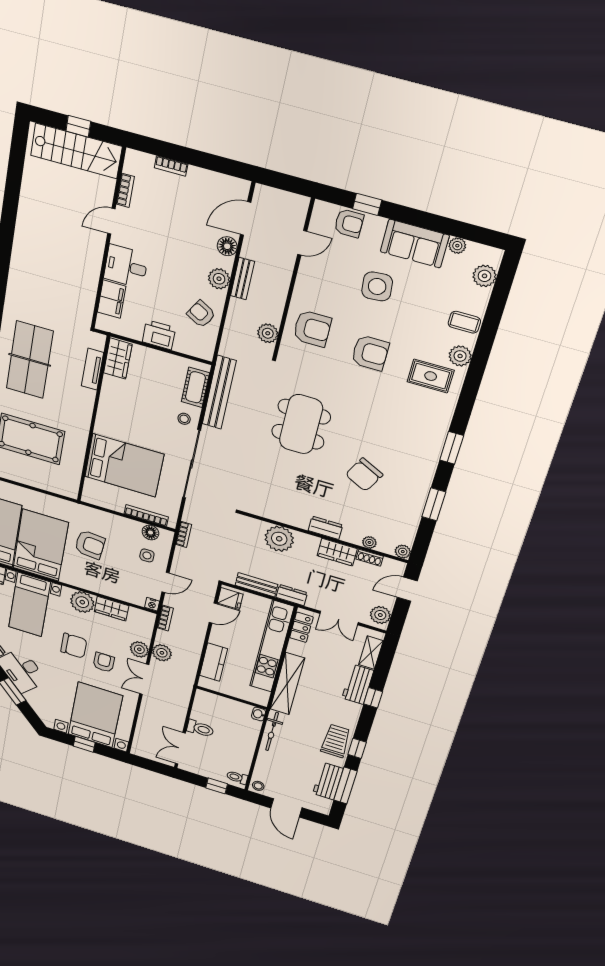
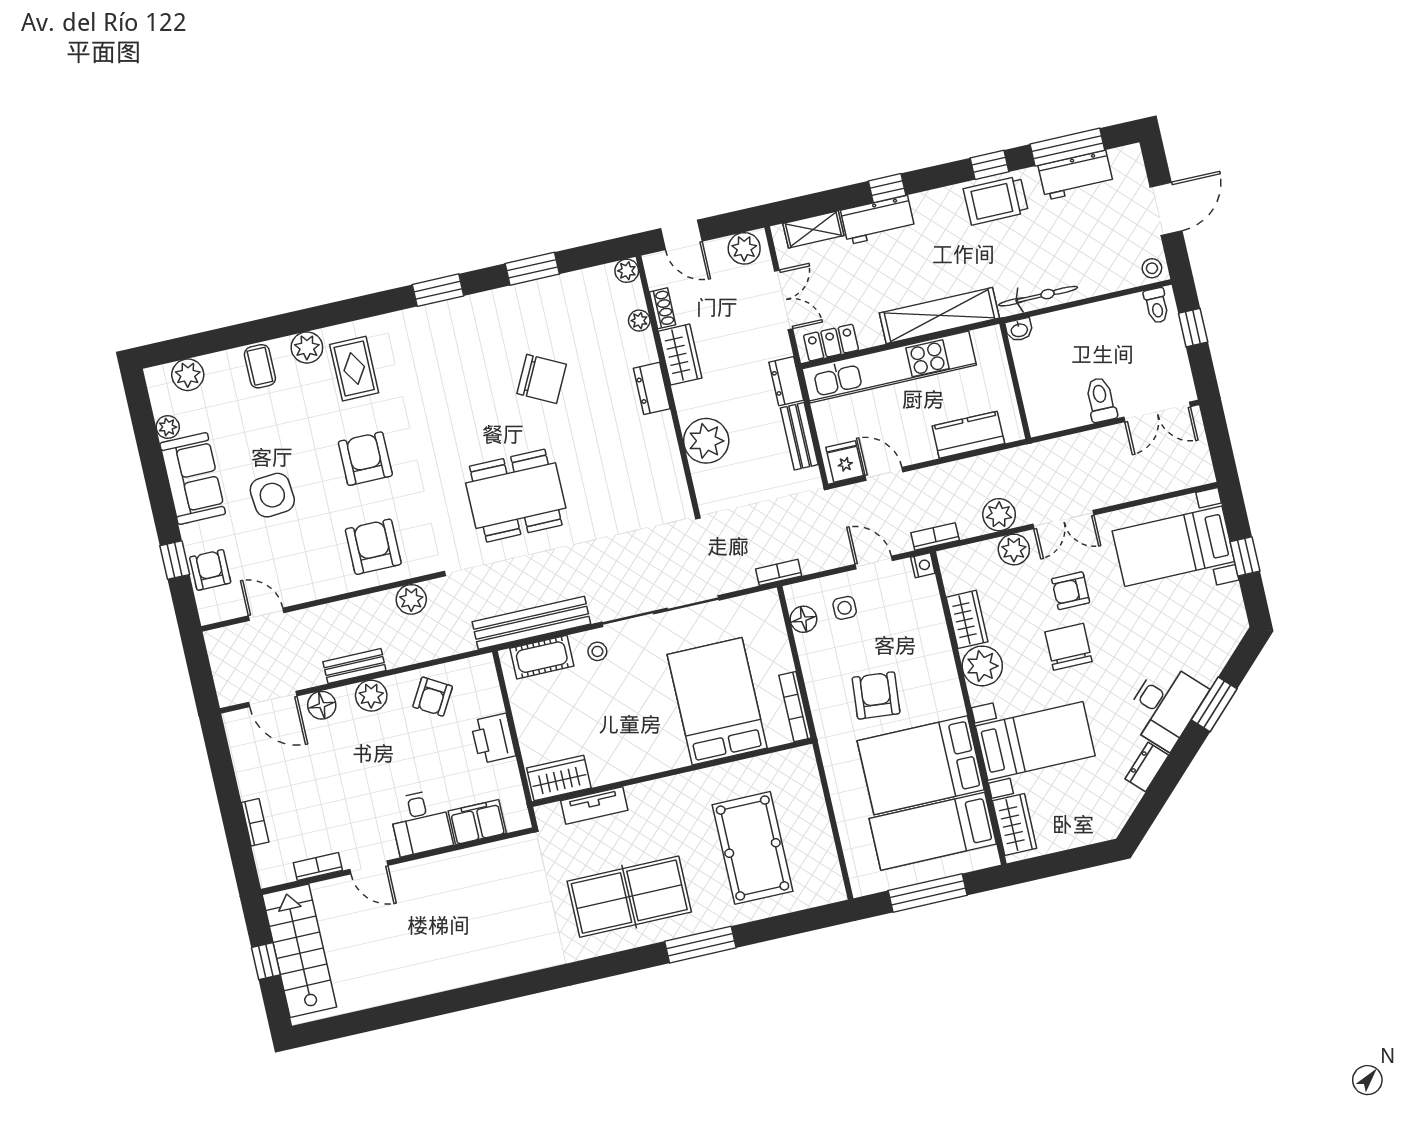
bookcase: (146, 515) -> (795, 707), moved
bed with nightstands: (95, 715) -> (1173, 546), width x0.73

